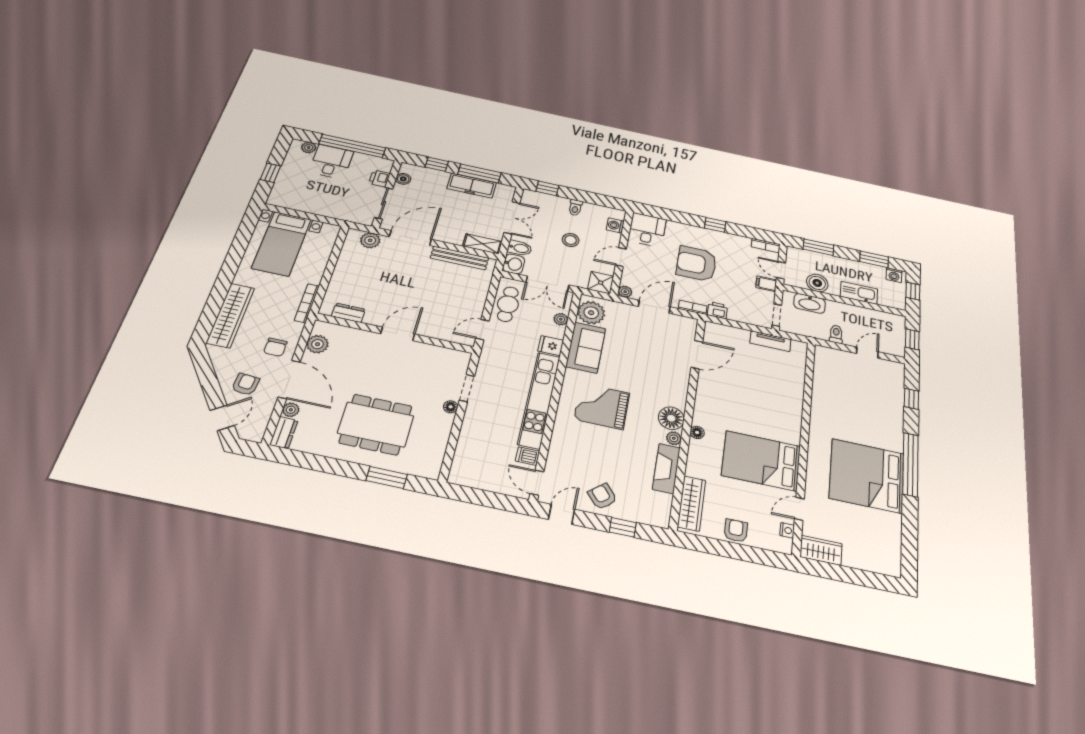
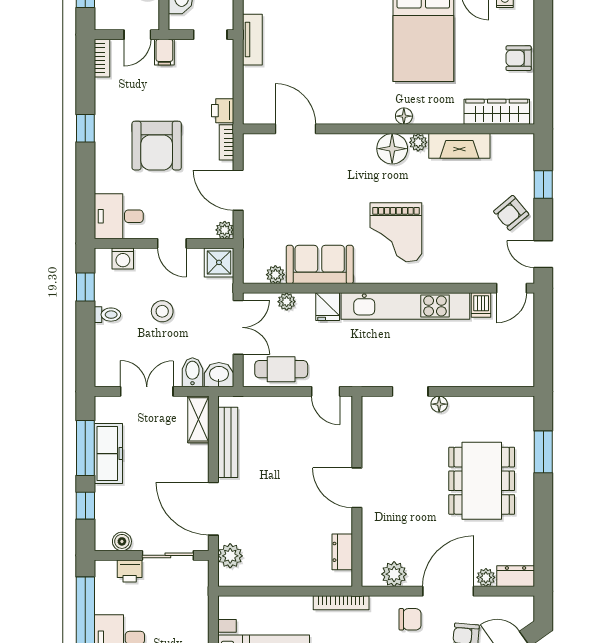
window: (547, 188) -> (85, 287), moved
plant: (591, 313) -> (275, 275), width x0.53, depth x0.53

